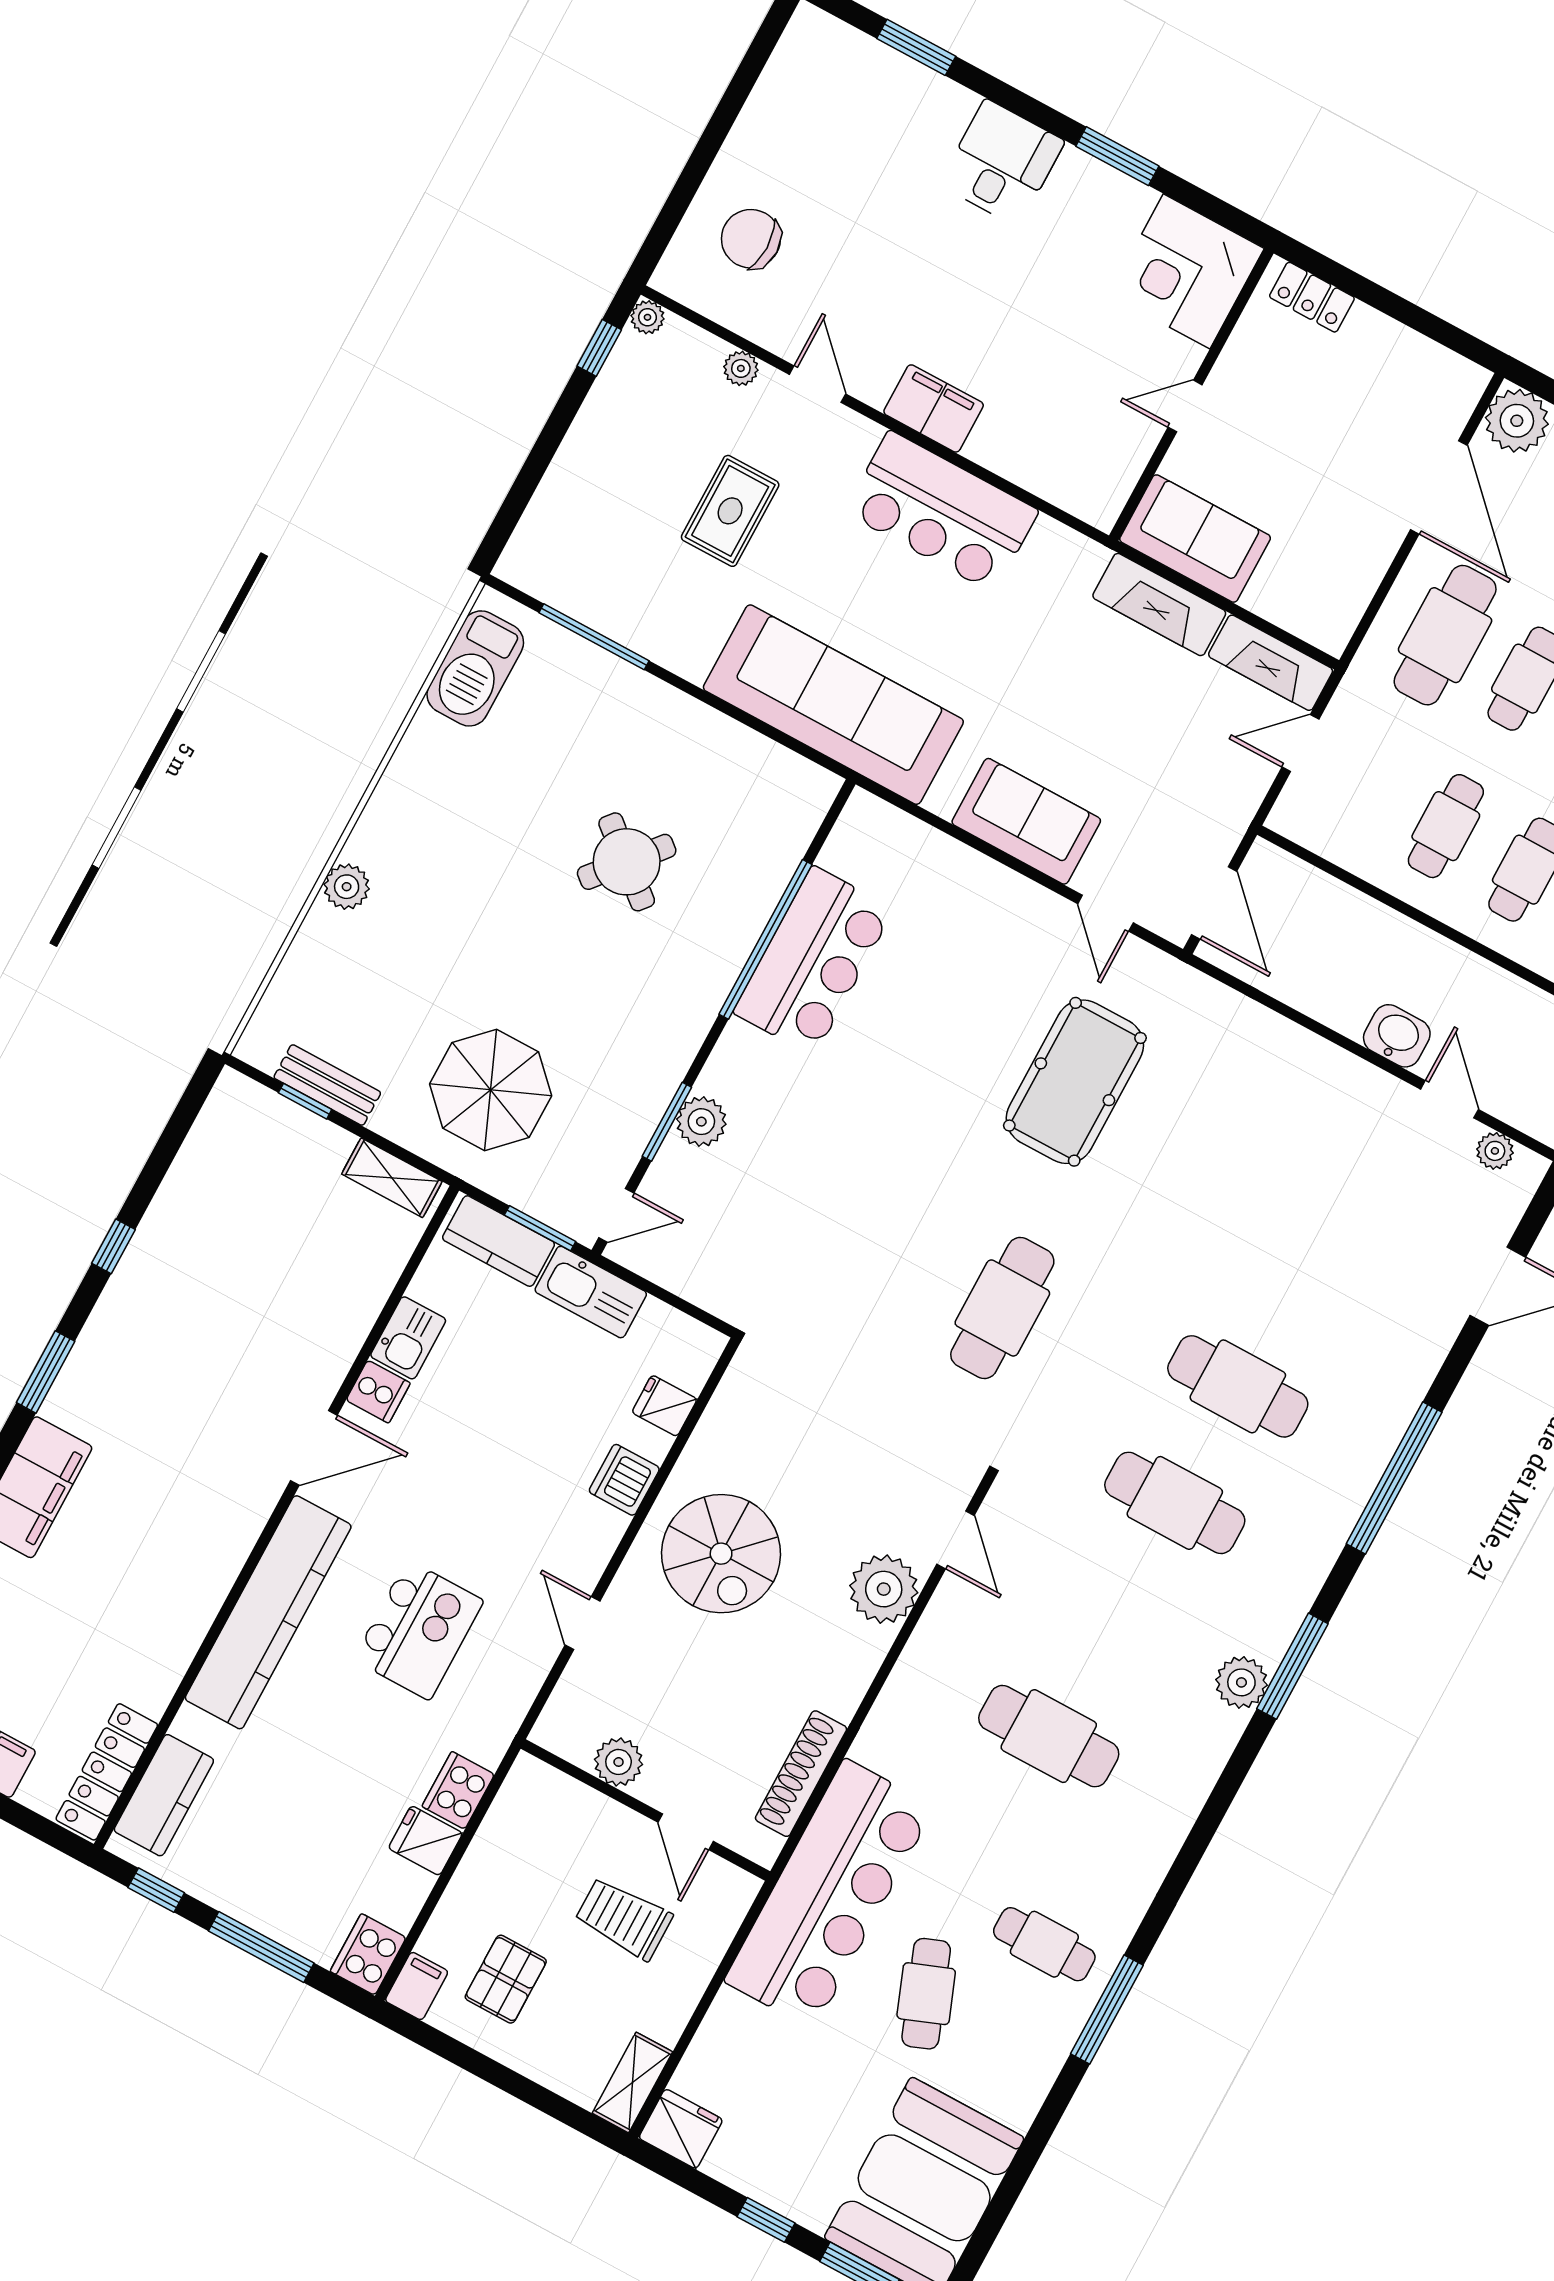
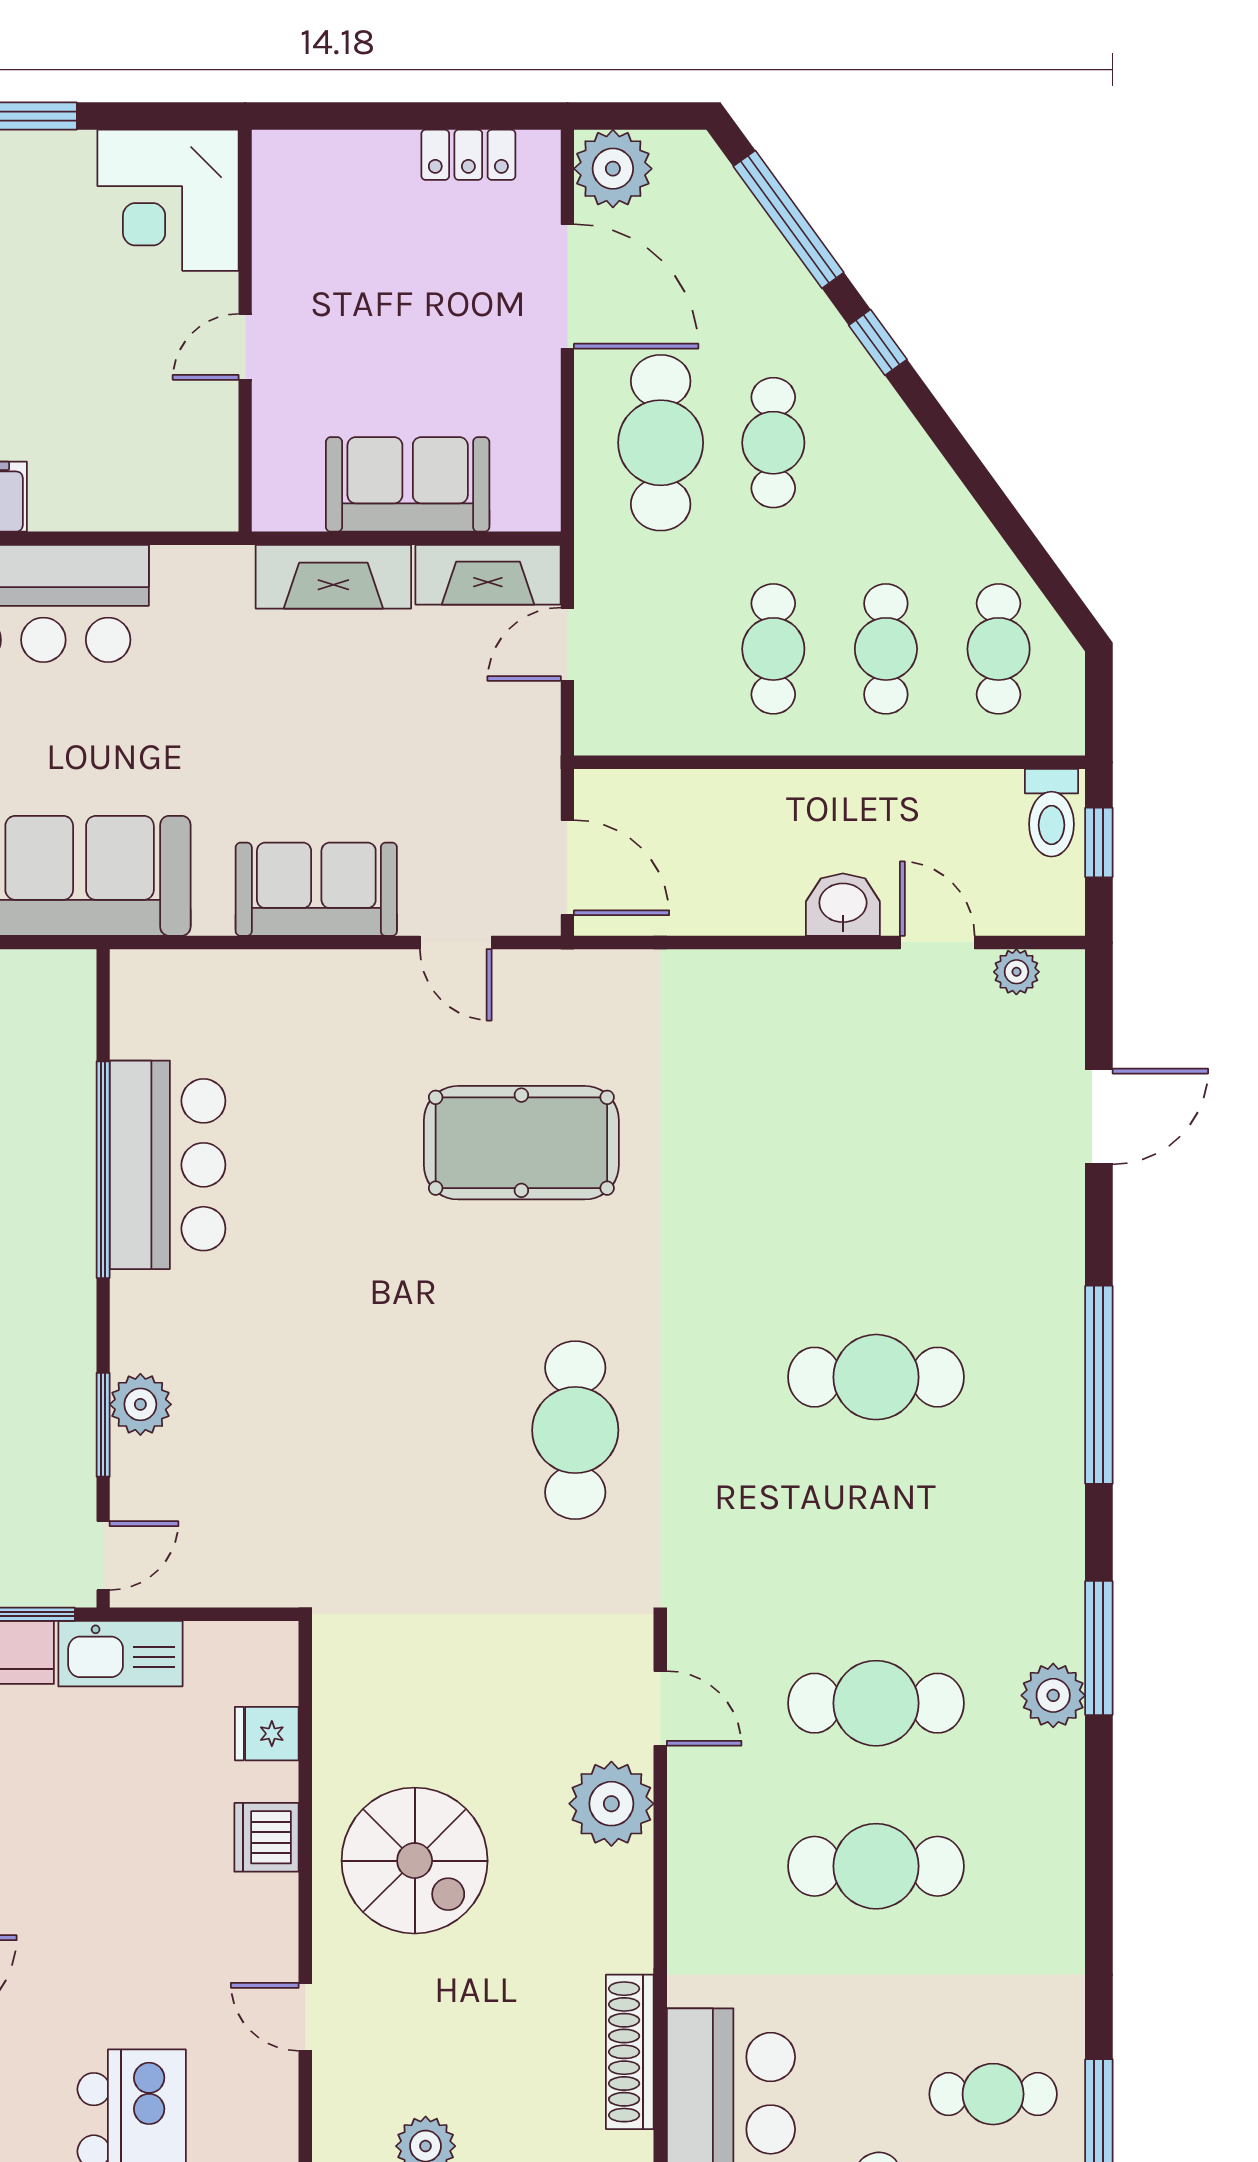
locker: (1312, 297) -> (468, 155), moved
sofa: (1195, 539) -> (408, 484), moved
pool table: (1075, 1082) -> (521, 1143), turned 90
cafe table: (1175, 1503) -> (876, 1703), moved

